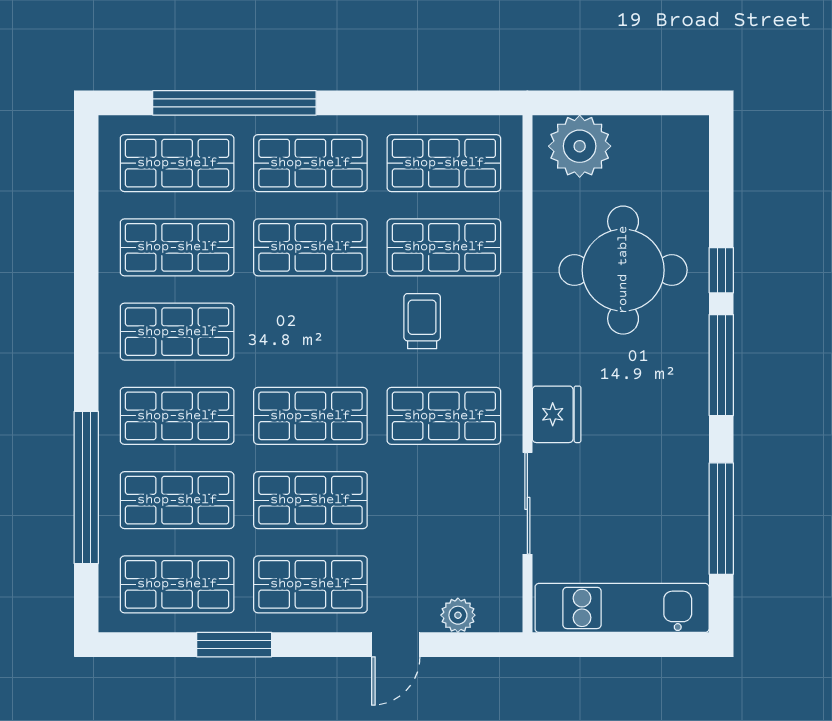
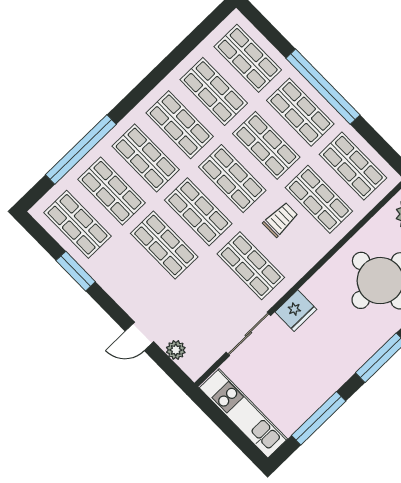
window: (234, 103) -> (323, 87), moved
shop shelf: (310, 584) -> (232, 179), moved

